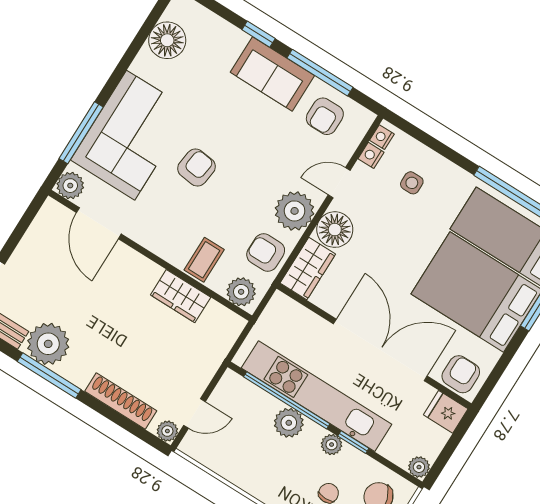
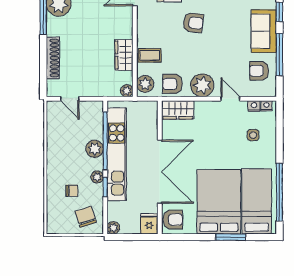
floor lamp: (335, 230) -> (206, 111), removed
armchair: (266, 252) -> (172, 84), turned -90
plant: (167, 431) -> (127, 91), moved

